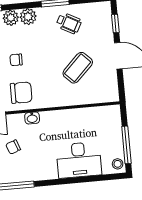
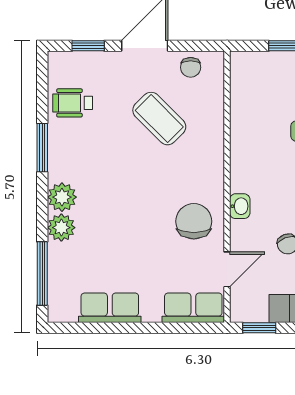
wheelchair: (69, 23) -> (73, 103), moved, turned -118
chair: (16, 60) -> (191, 67), moved

